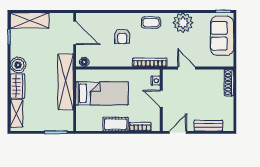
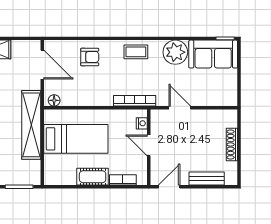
armchair: (122, 36) -> (90, 57), moved, turned -90
sofa: (222, 36) -> (213, 54), moved, turned -90
shoe rack: (229, 83) -> (232, 144), moved

